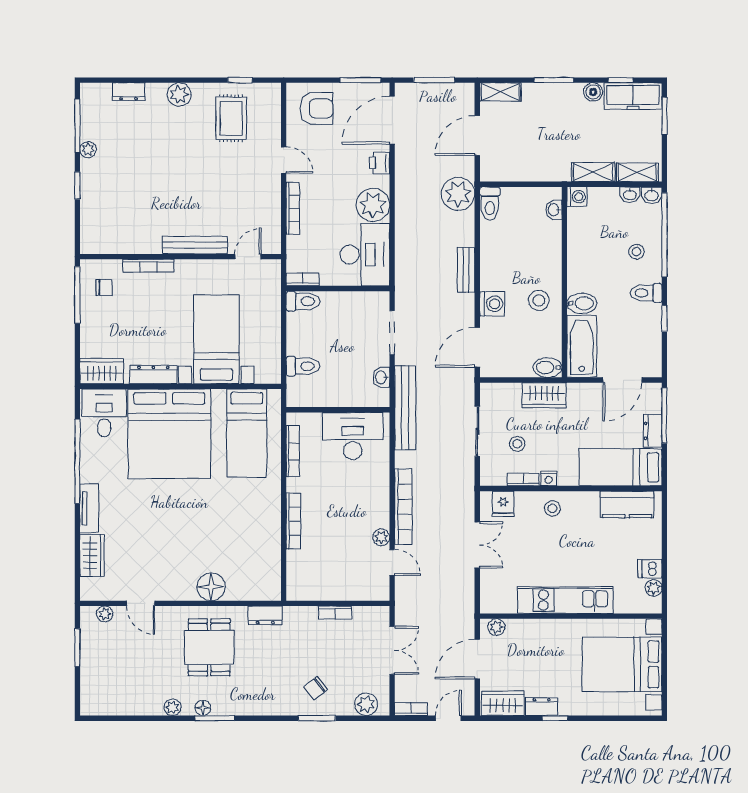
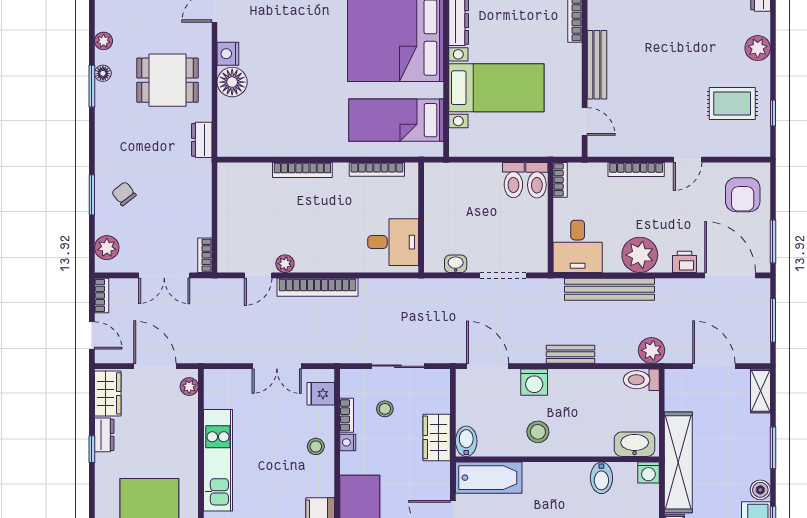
shelving: (593, 172) -> (678, 462), width x2.20, depth x1.33
plant: (458, 194) -> (652, 350), width x0.73, depth x0.73
washbasin: (554, 210) -> (635, 444), width x1.91, depth x1.45
desk: (365, 255) -> (578, 246), width x0.73
bidet: (582, 303) -> (601, 478), moved
toilet: (303, 366) -> (513, 180), moved
bench: (405, 408) -> (610, 289), moved
desk: (353, 436) -> (393, 242), width x0.73
nightstand: (184, 591) -> (228, 54), added
bookcase: (335, 612) -> (205, 255), moved

